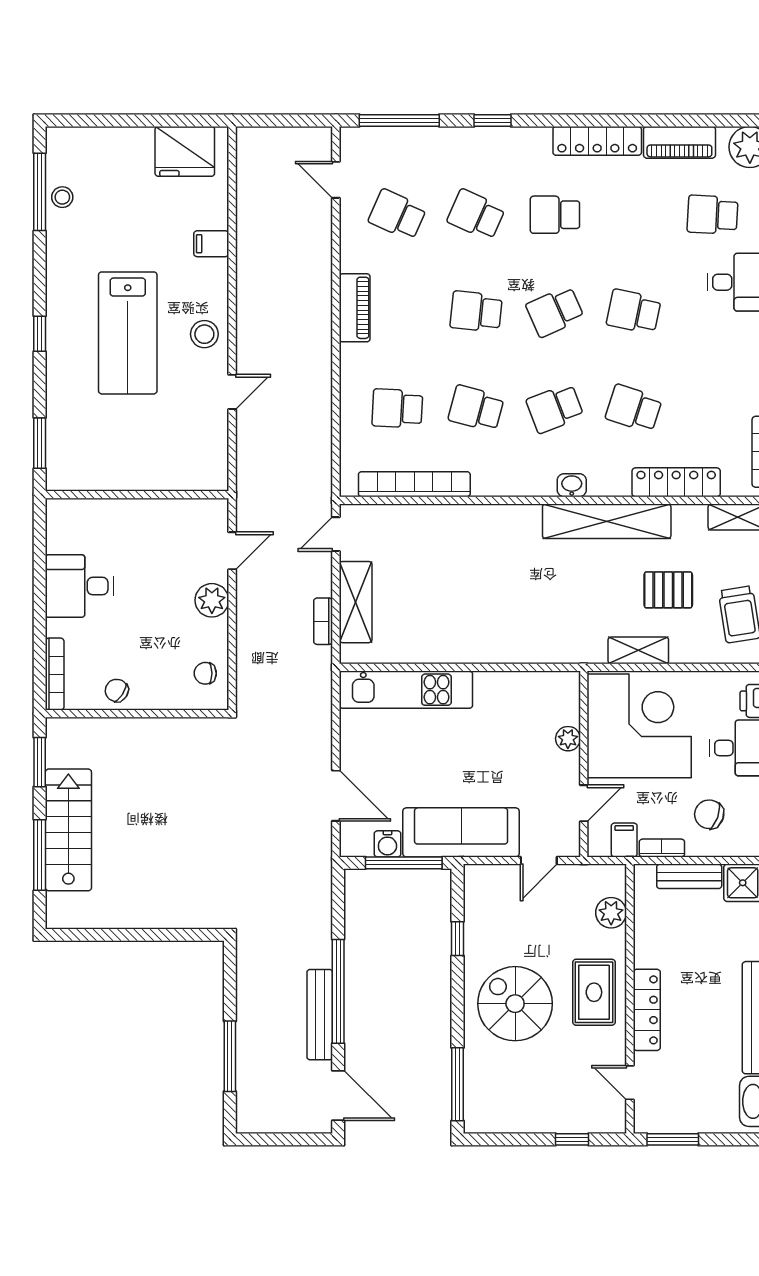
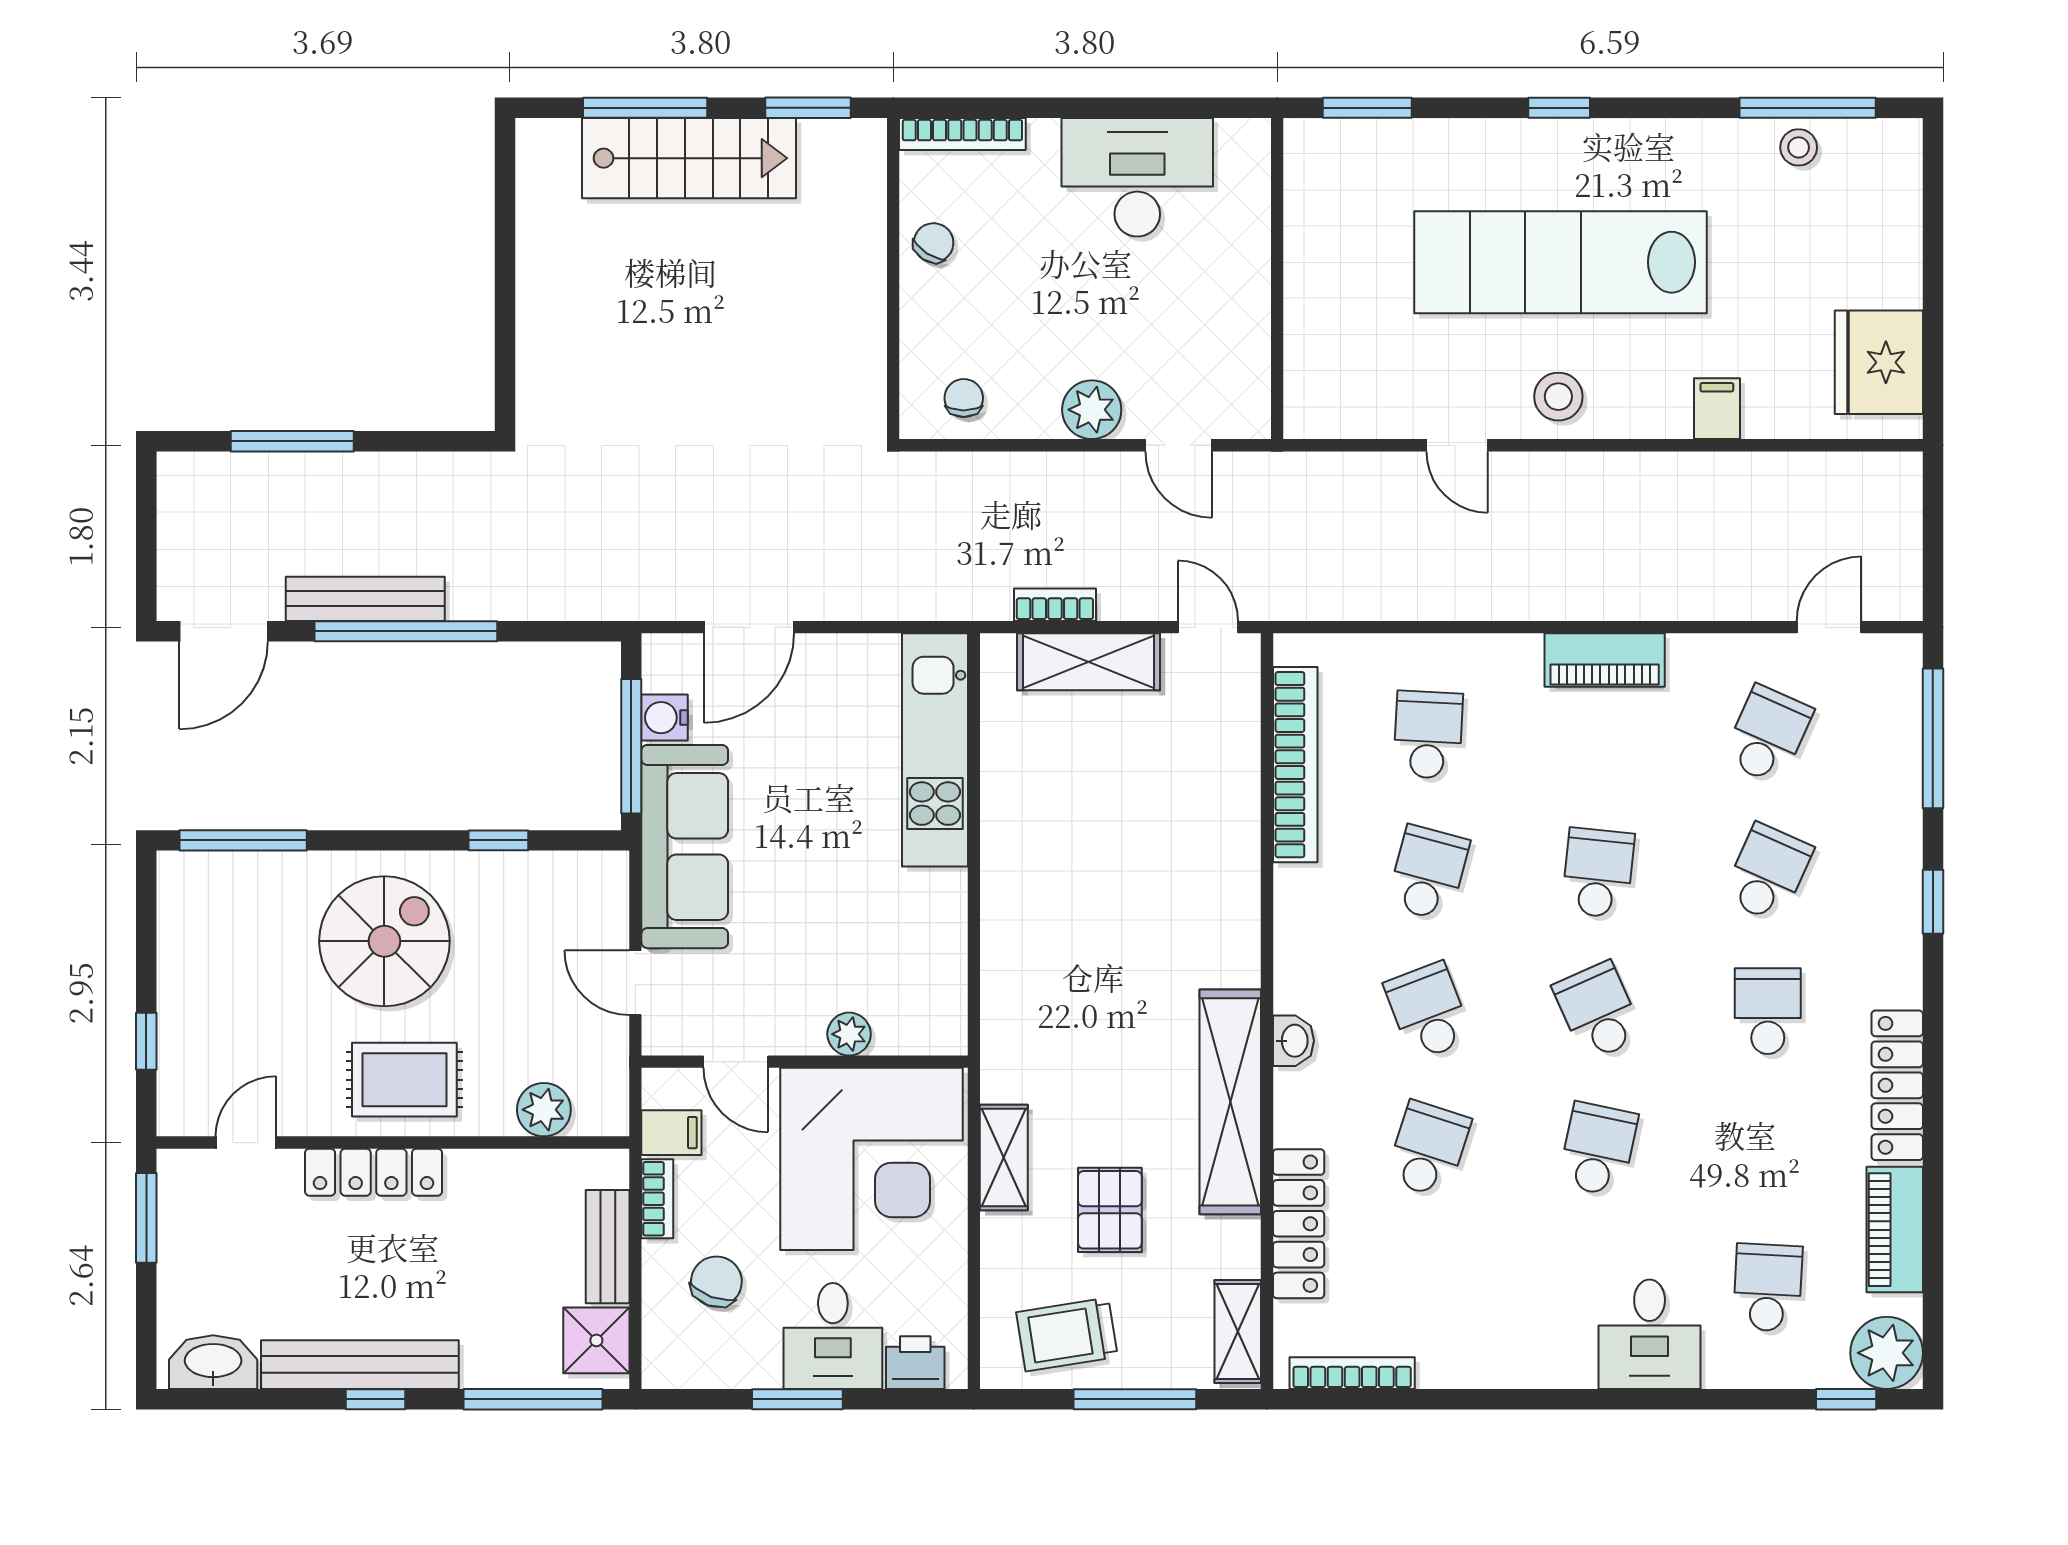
lab bench: (128, 333) -> (1560, 262), width x1.36
desk: (79, 586) -> (1137, 177), width x1.37

